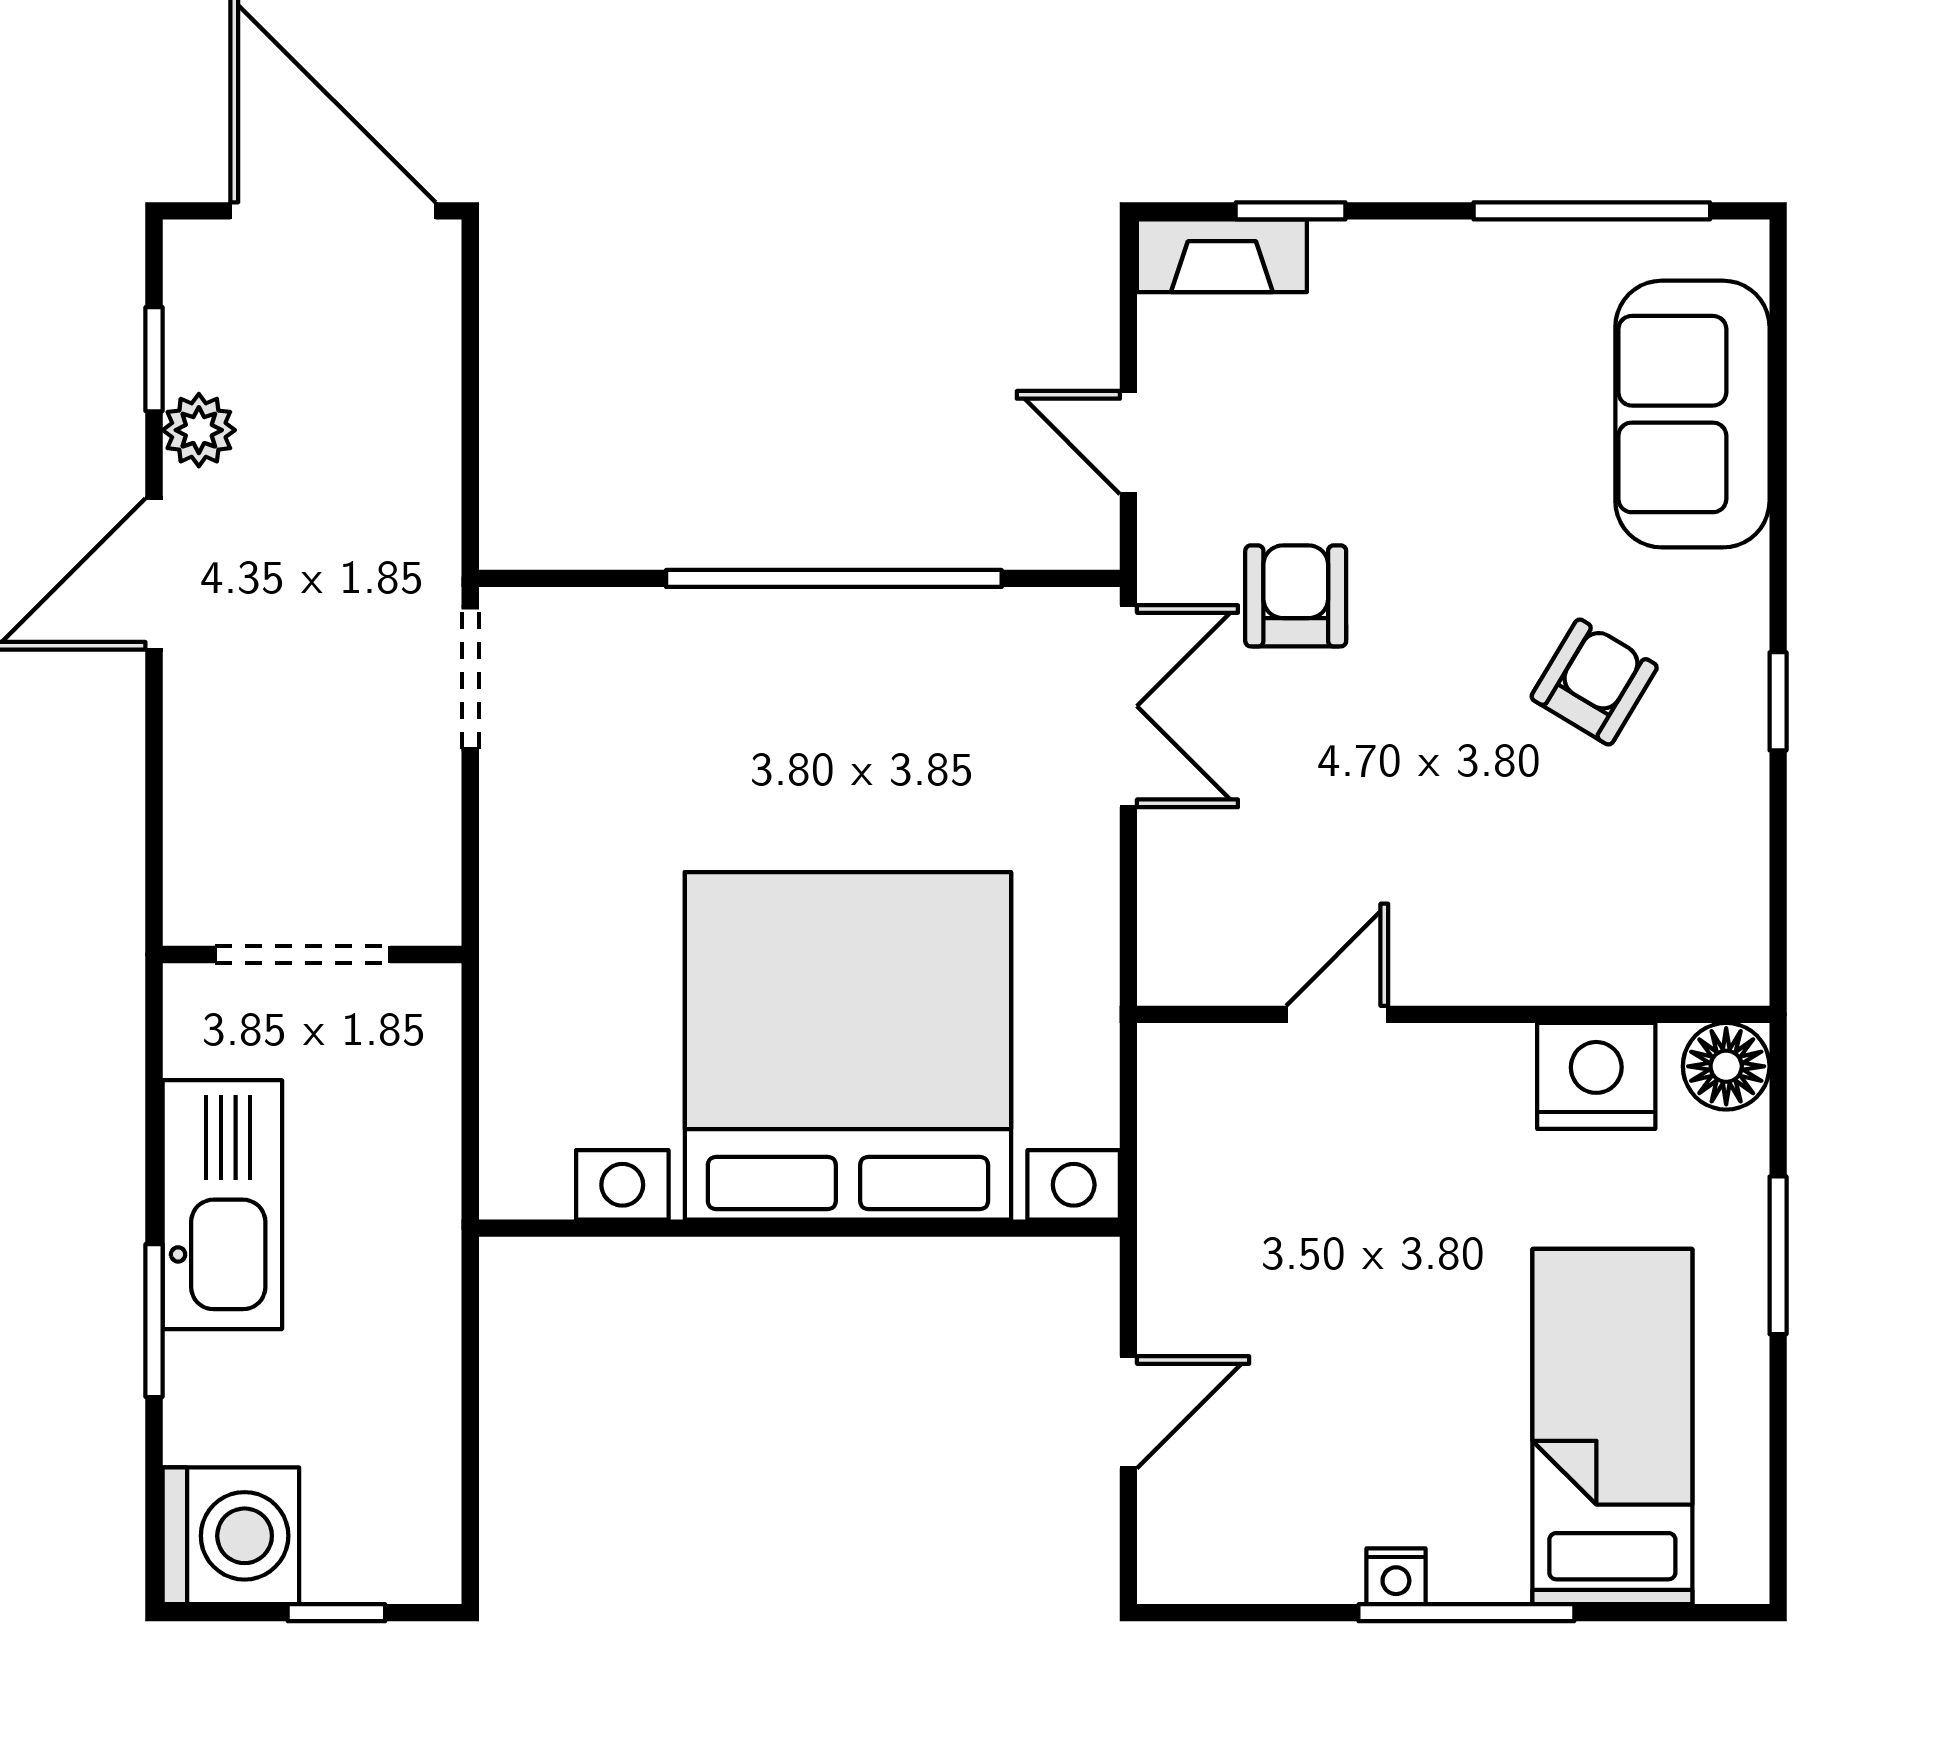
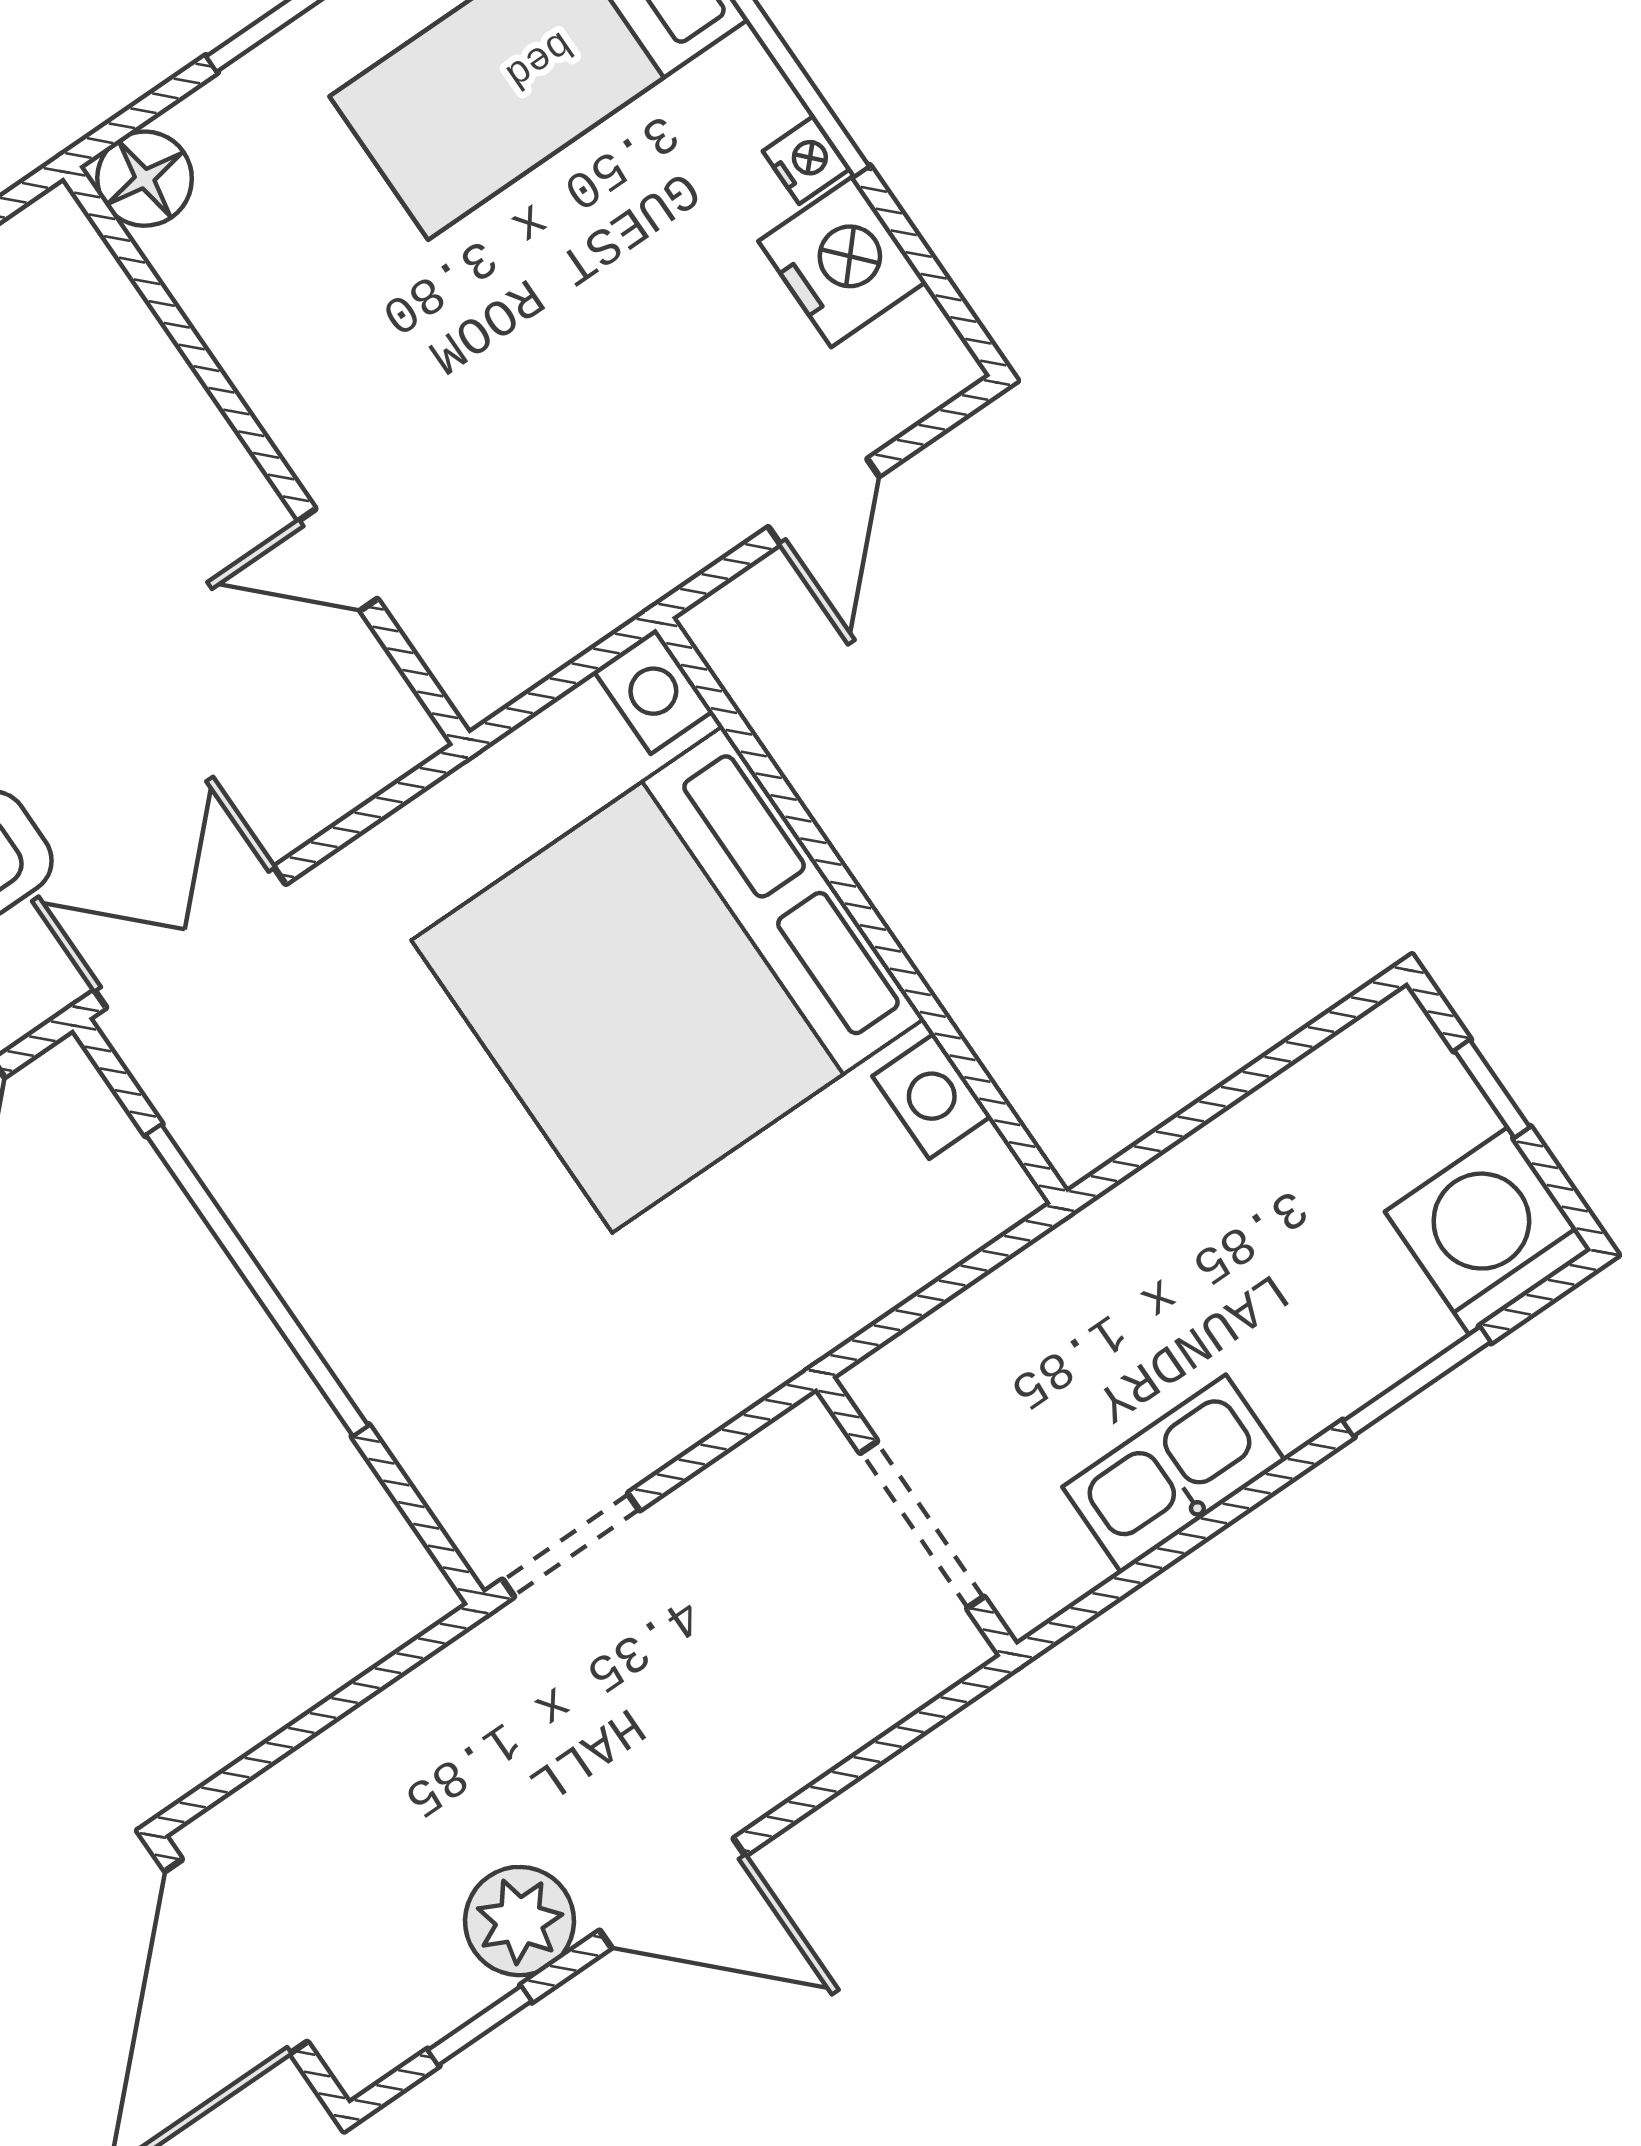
plant: (199, 430) -> (520, 1921), width x1.38, depth x1.38
nightstand: (1596, 1076) -> (842, 262), moved, turned 180
kitchen sink: (222, 1205) -> (1174, 1474), width x0.73, depth x0.81
window: (154, 1321) -> (1417, 1382), moved
door: (1128, 1412) -> (824, 502), swing flipped

